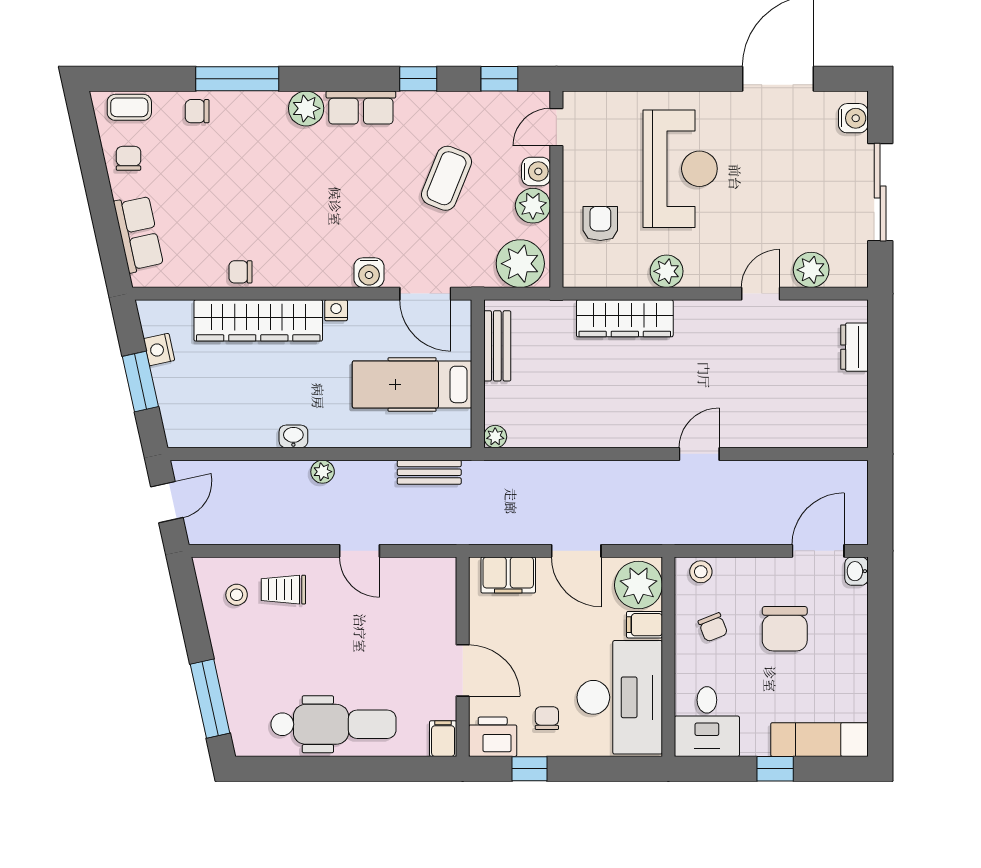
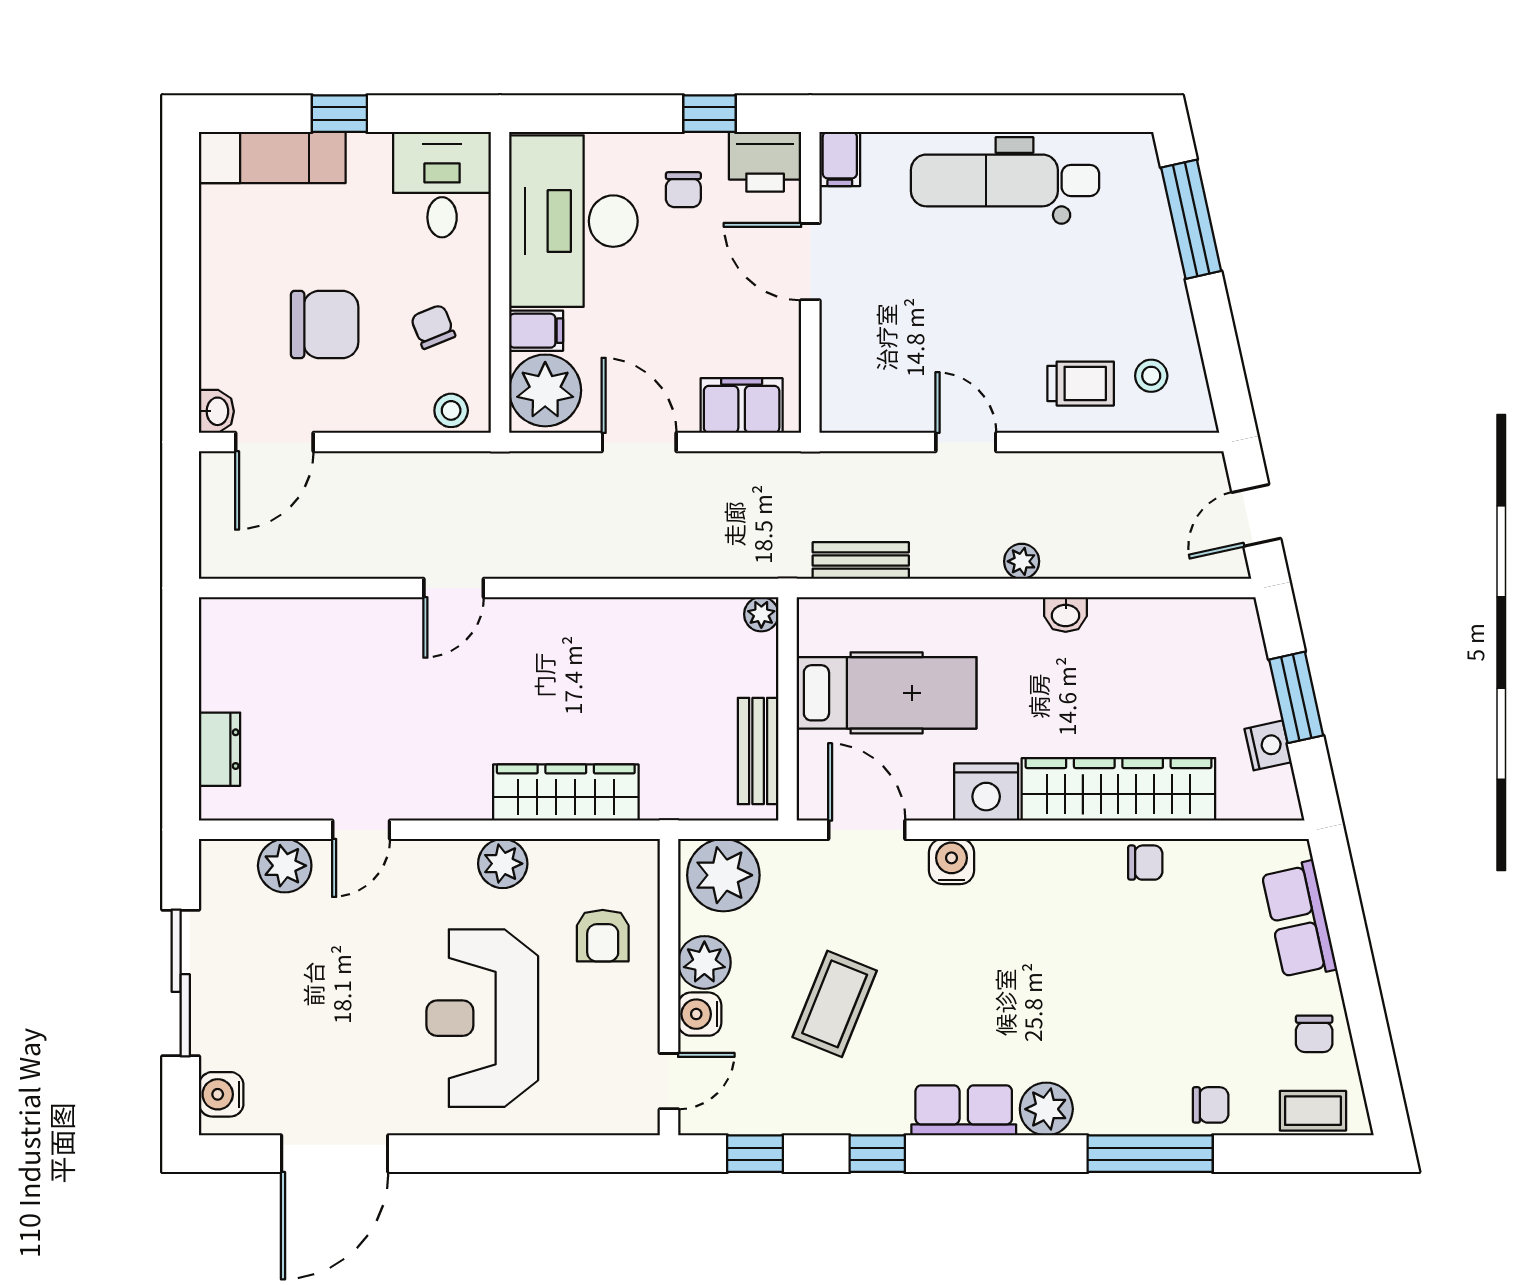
nightstand: (336, 310) -> (986, 792), width x1.89, depth x1.79
chair: (785, 629) -> (325, 325), turned 90

